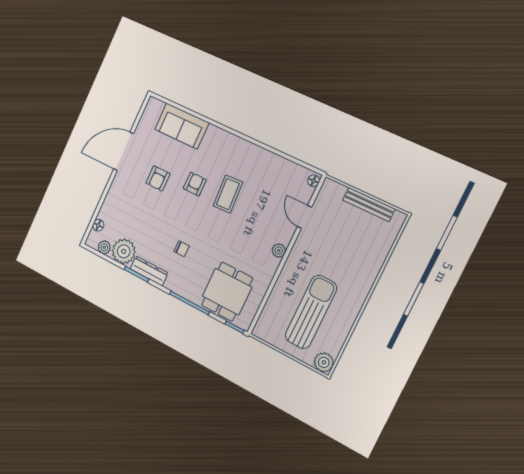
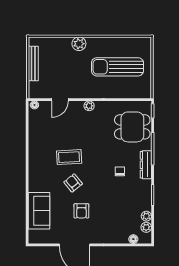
armchair: (158, 178) -> (81, 211), turned 90
armchair: (195, 184) -> (73, 183), turned 51
plant: (124, 251) -> (146, 216), width x0.53, depth x0.53
dresser: (149, 271) -> (146, 165), moved
plant: (324, 362) -> (79, 44), moved

